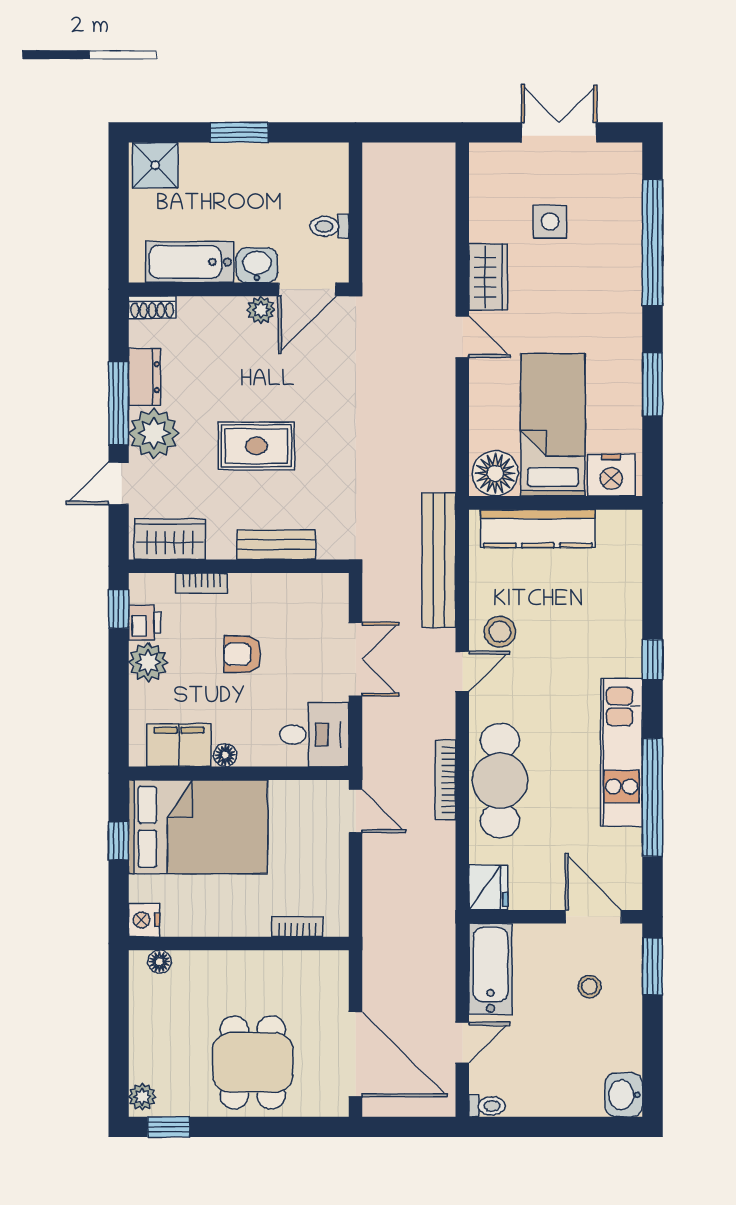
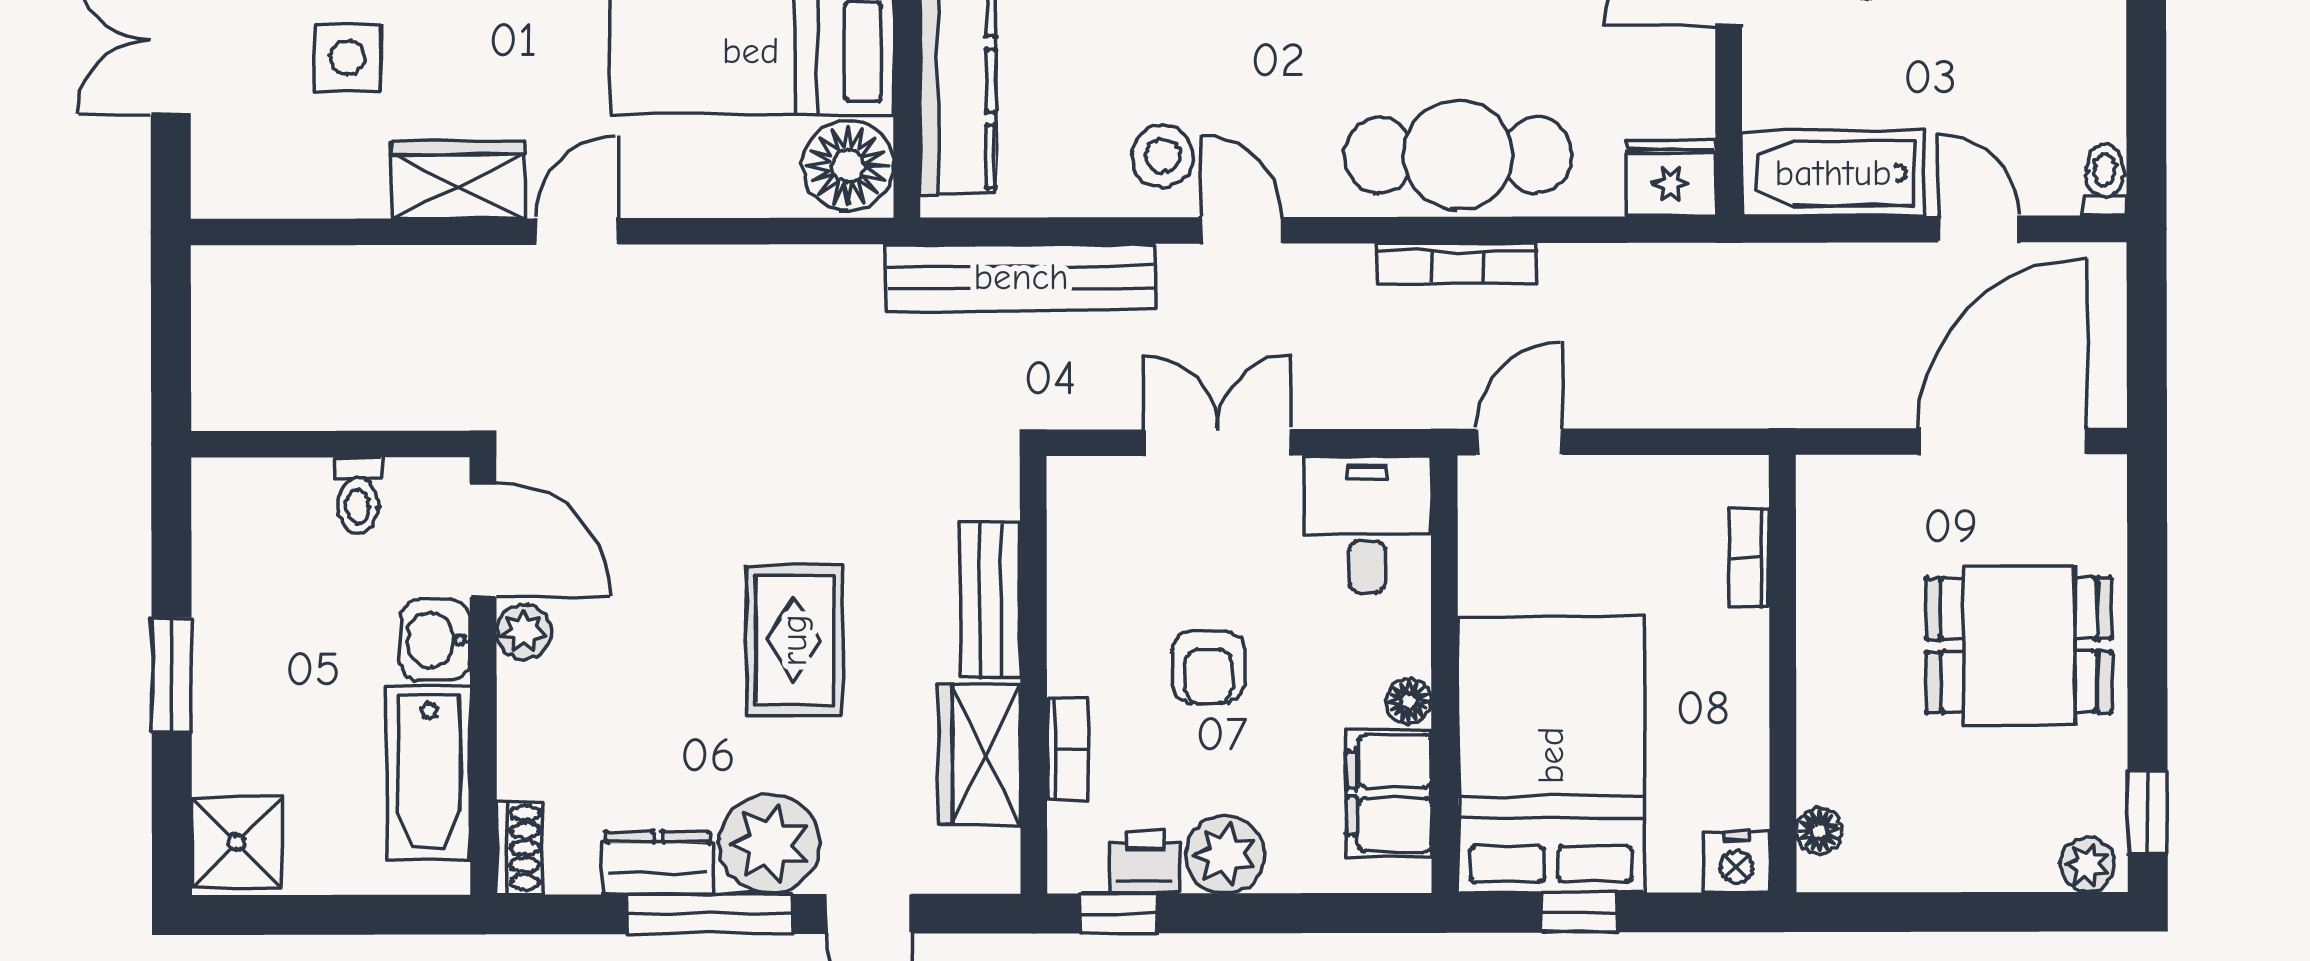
wardrobe: (170, 539) -> (980, 754), moved

